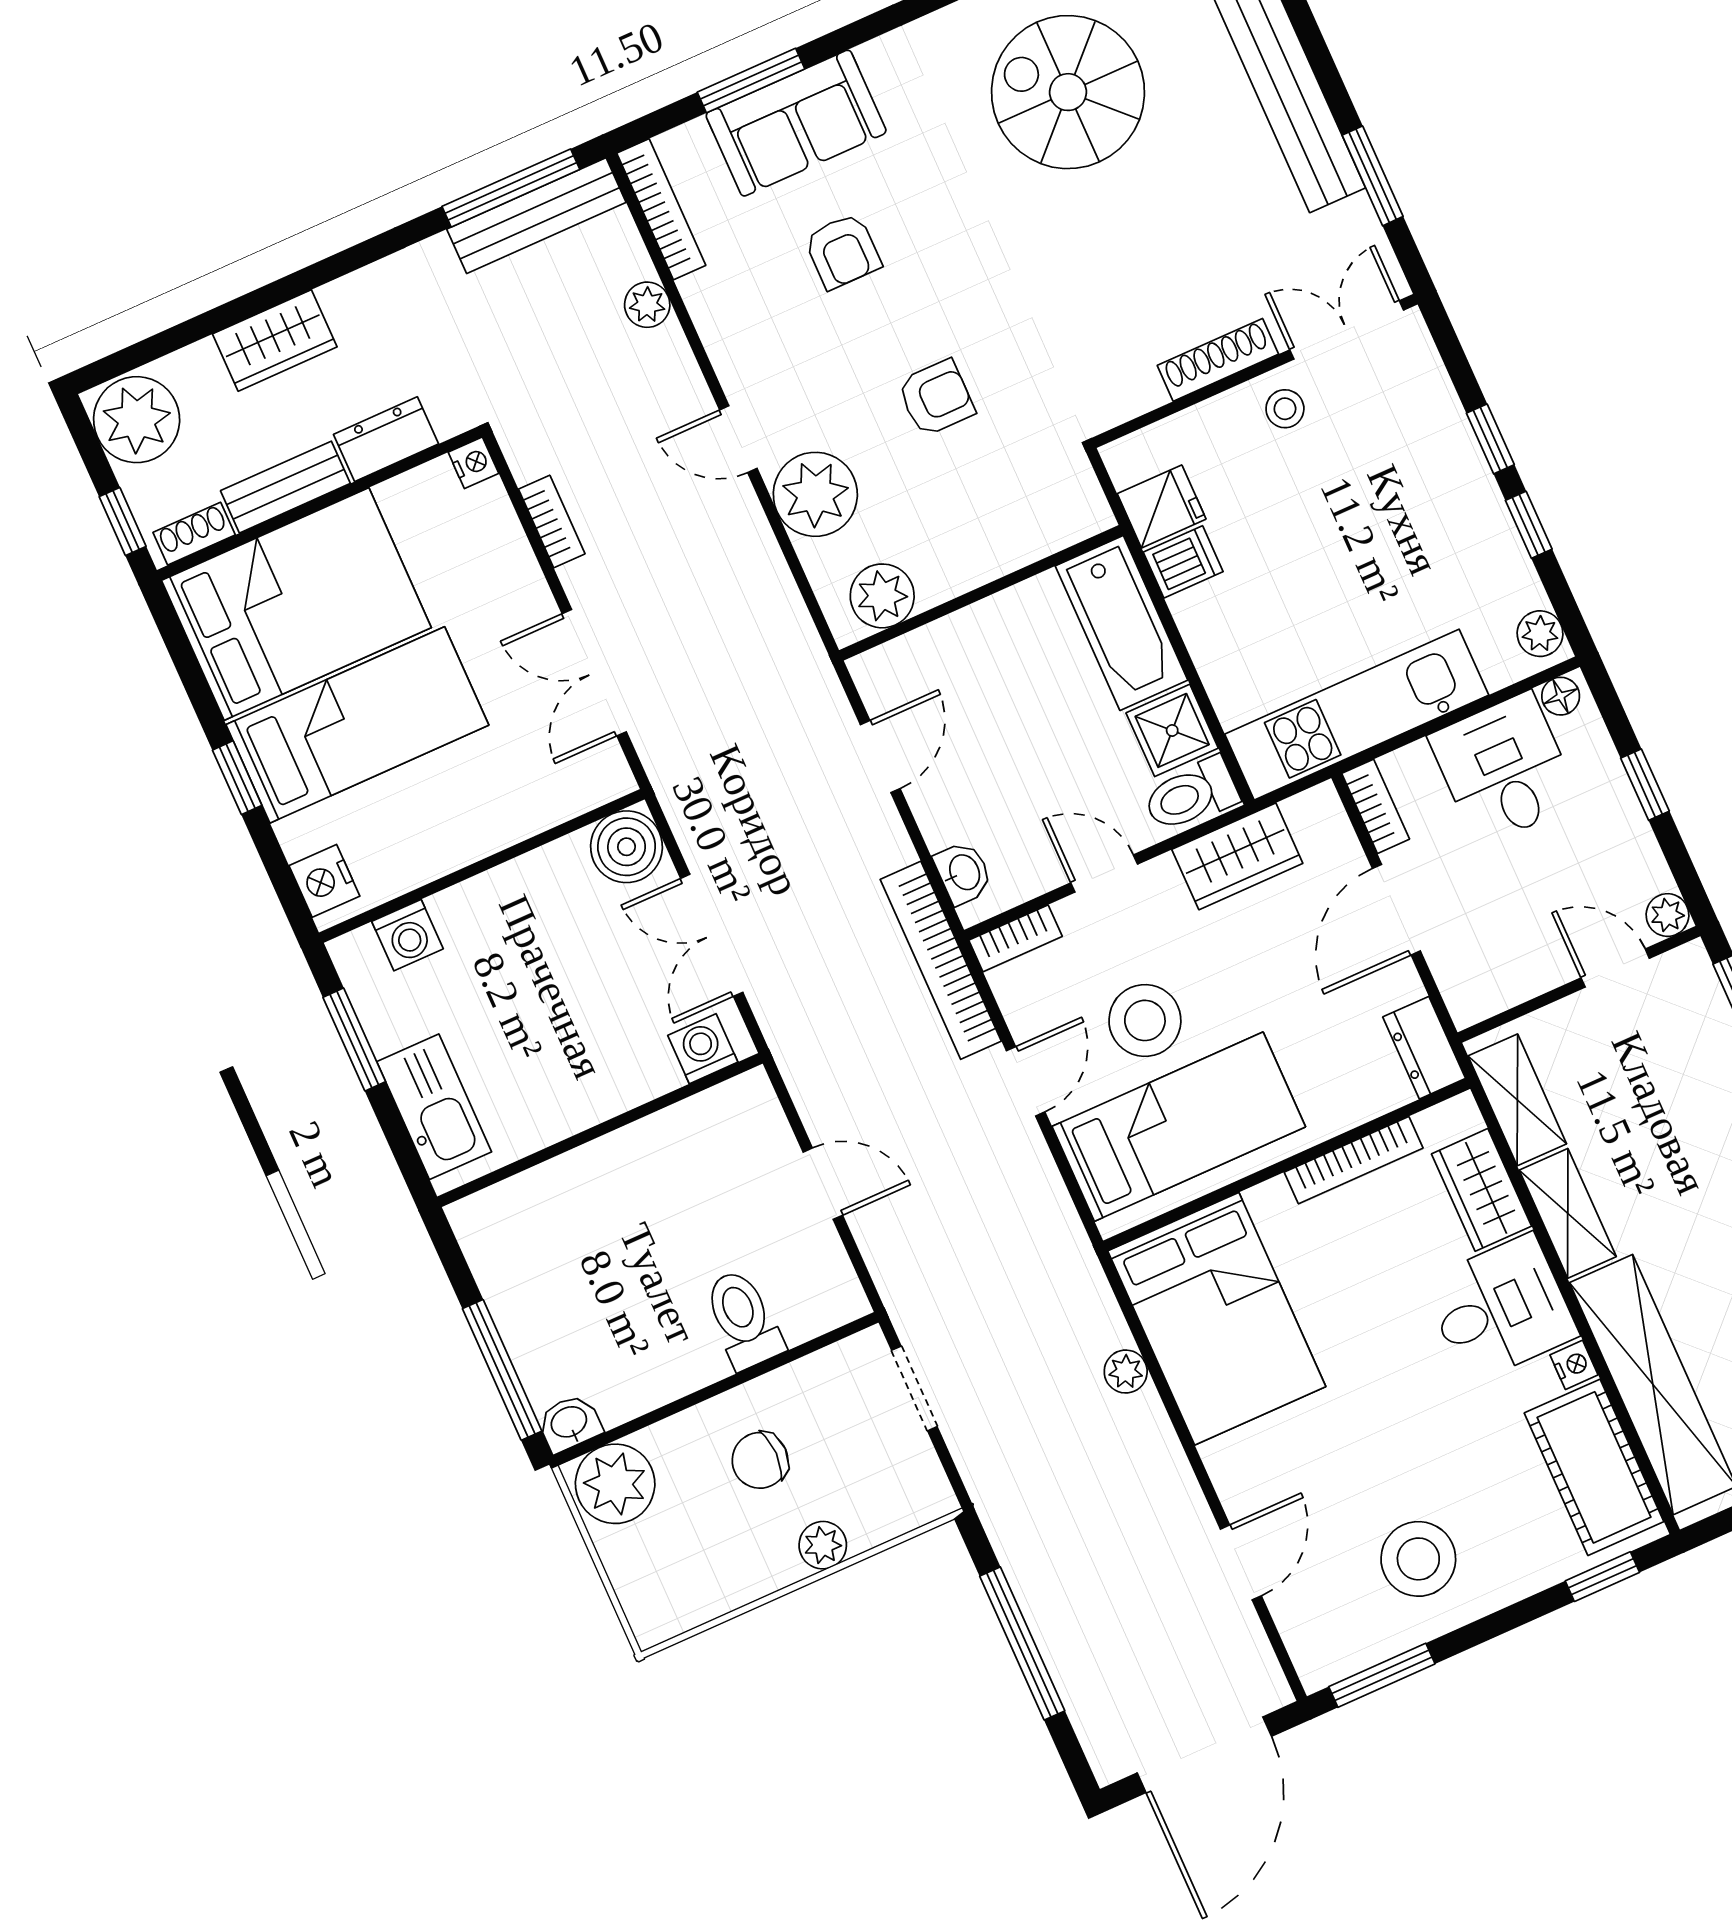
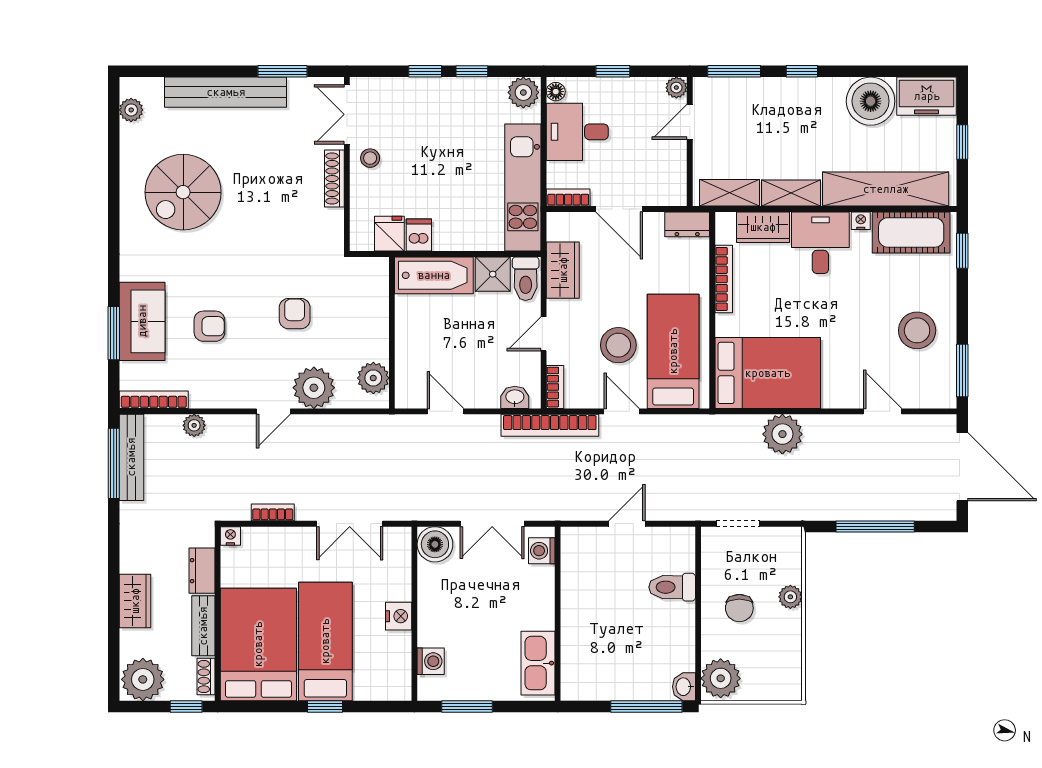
plant: (1540, 634) -> (523, 92), width x1.38, depth x1.38
nightstand: (324, 881) -> (399, 616), moved, turned -90
kitchen sink: (434, 1107) -> (538, 663), moved, turned -90
plant: (1126, 1372) -> (782, 434), width x1.88, depth x1.88

